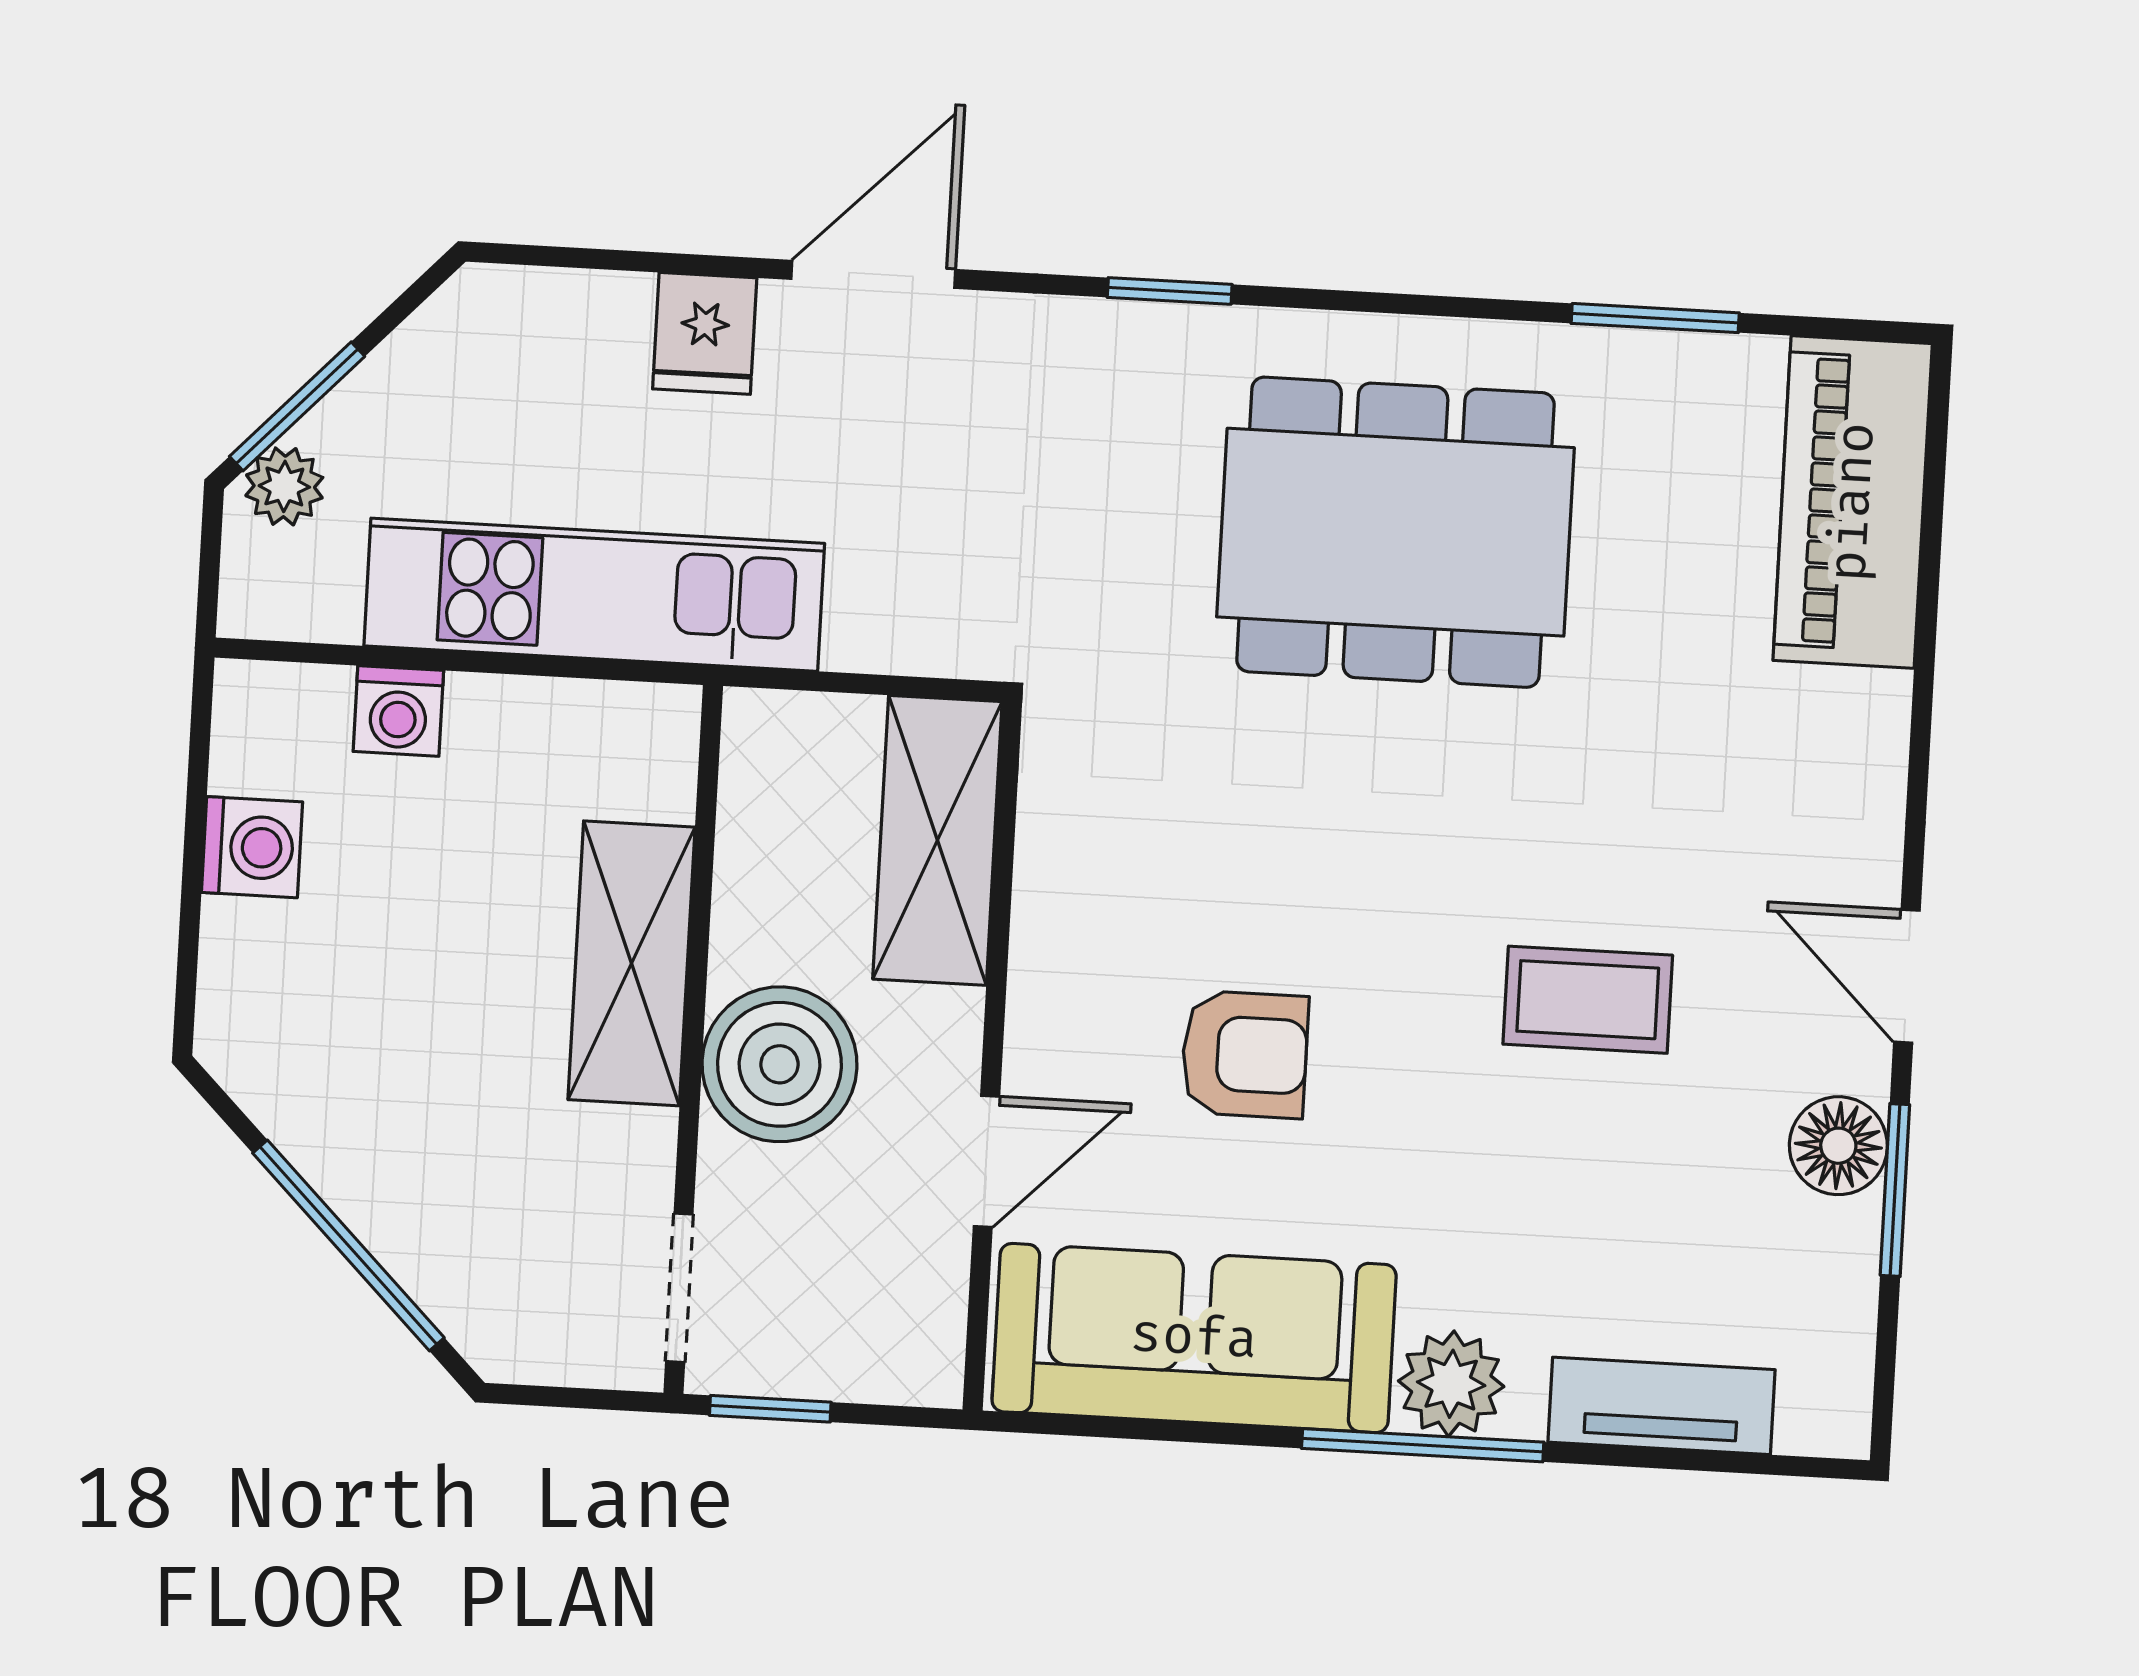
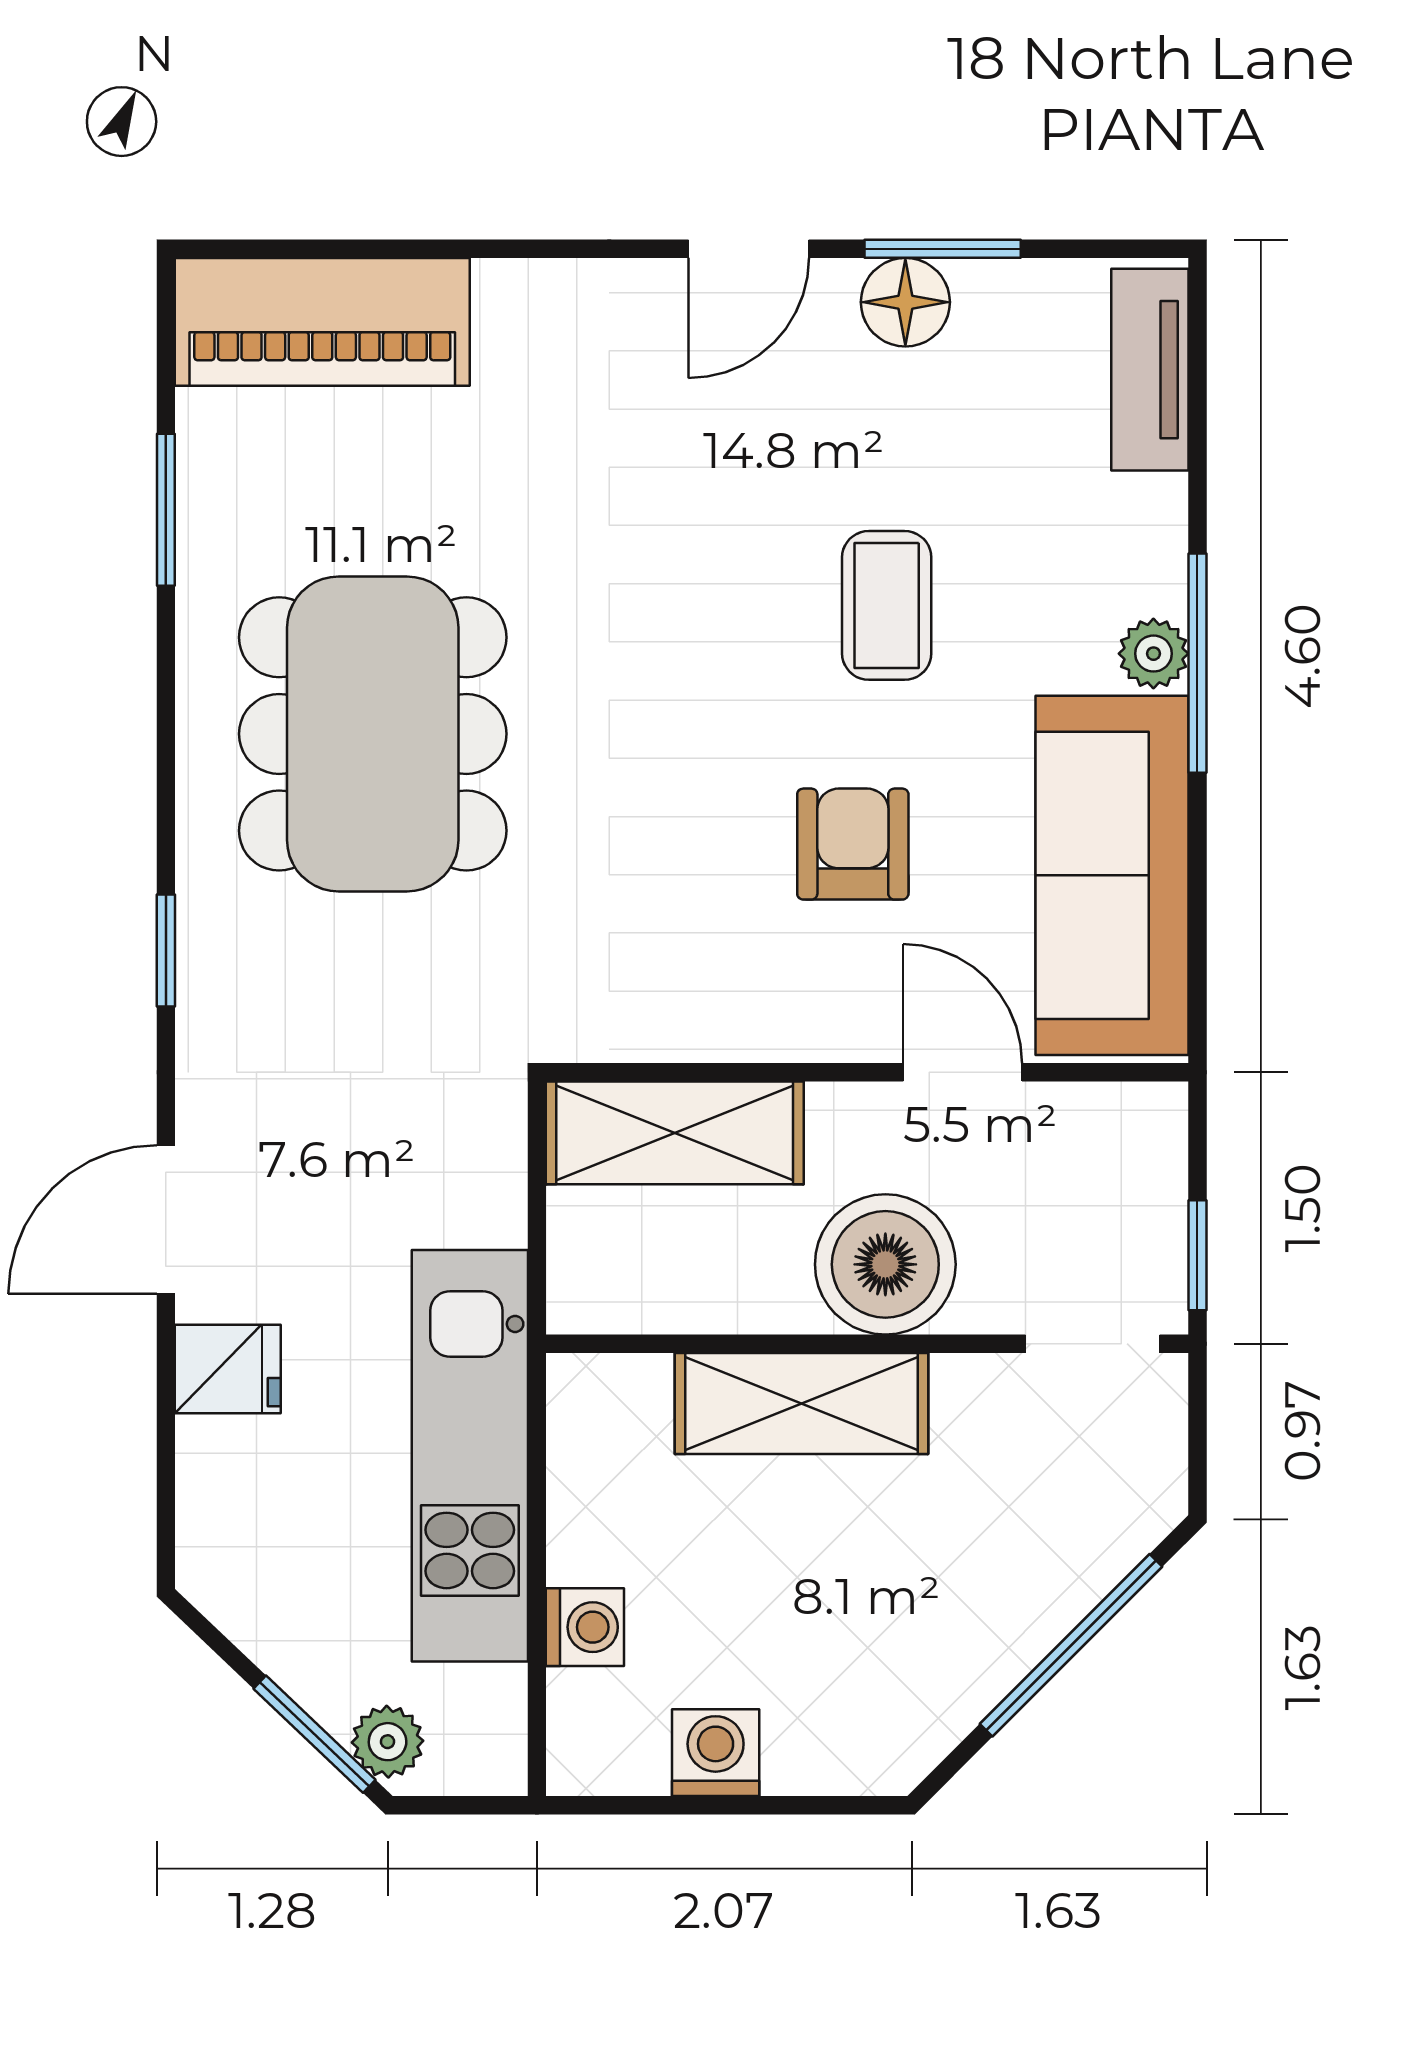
door: (873, 274) -> (166, 1220), hinge flipped
coffee table: (1588, 1000) -> (887, 605), moved
plant: (1451, 1384) -> (1153, 654), width x0.73, depth x0.73
tv unit: (1662, 1406) -> (1150, 370), moved

